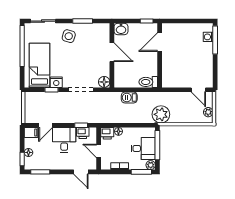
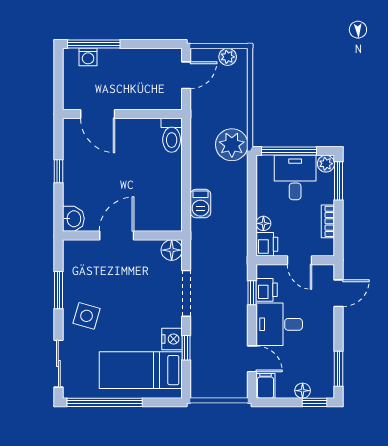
door: (160, 42) -> (98, 114), moved
wall: (160, 55) -> (122, 114), moved
toilet: (148, 82) -> (172, 135), moved
door: (99, 151) -> (300, 260), hinge flipped

